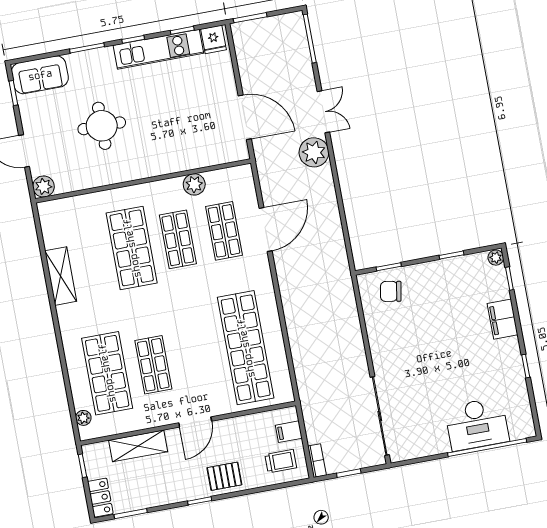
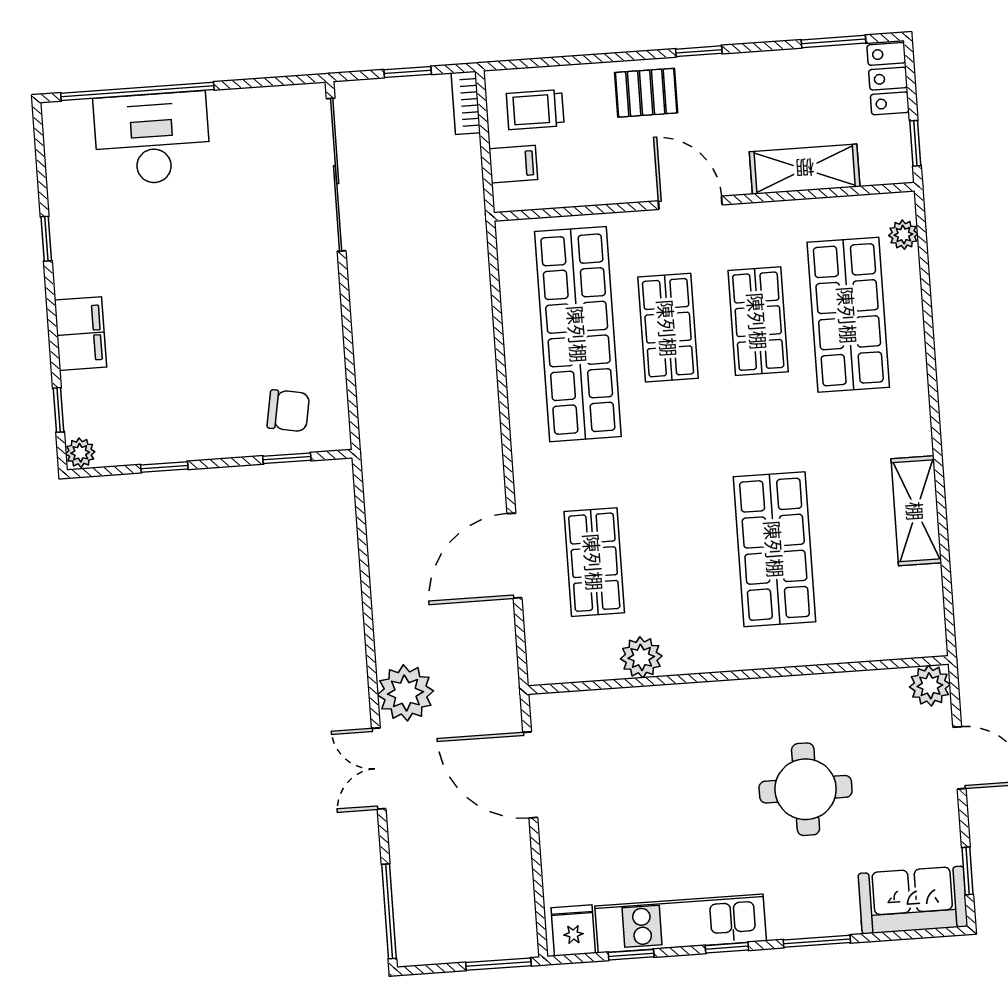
shop shelf: (178, 239) -> (668, 328), moved
door: (195, 422) -> (690, 203), hinge flipped

